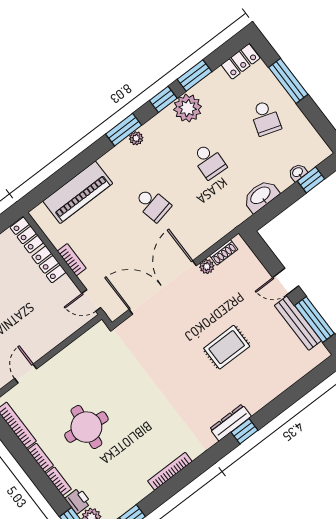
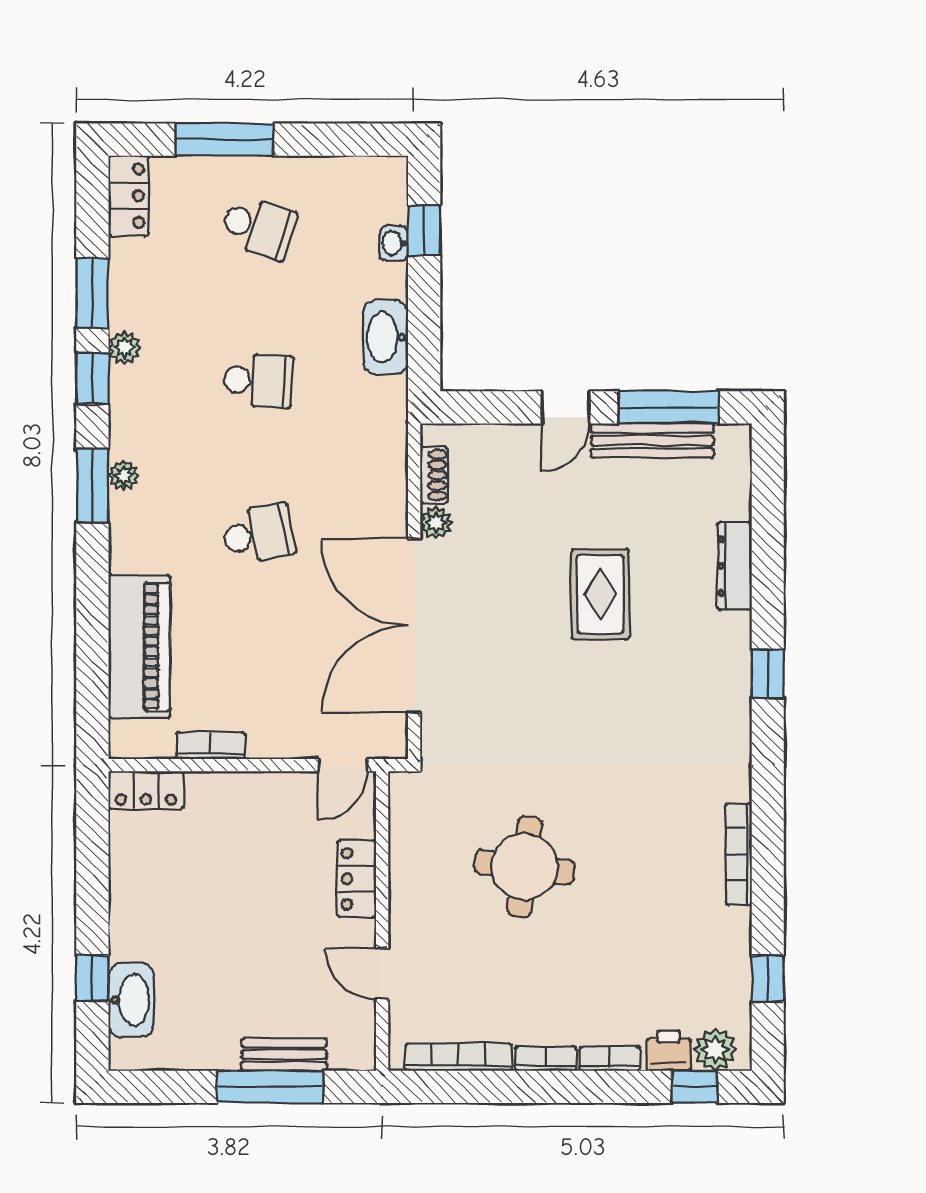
plant: (188, 108) -> (125, 348), width x0.53, depth x0.53
bookcase: (72, 260) -> (210, 745), moved
locker: (49, 264) -> (357, 879), moved, turned 90
dresser: (230, 423) -> (735, 566), moved
round table: (86, 427) -> (525, 867), moved

